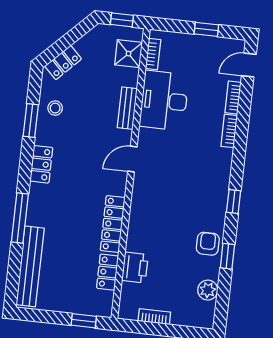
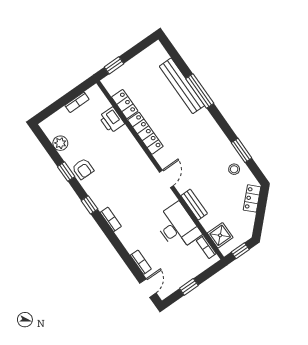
bookcase: (229, 131) -> (111, 219), moved
locker: (41, 164) -> (214, 131), removed
bench: (30, 266) -> (182, 86), moved

